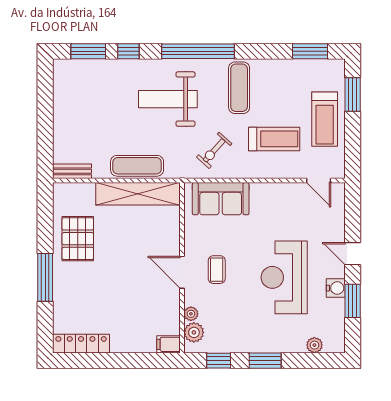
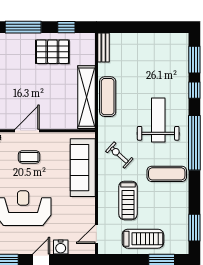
treadmill: (325, 119) -> (143, 239), turned 180
sofa: (221, 199) -> (83, 168), width x1.36
window: (45, 220) -> (66, 27), added
water cooler: (336, 288) -> (61, 247), moved

